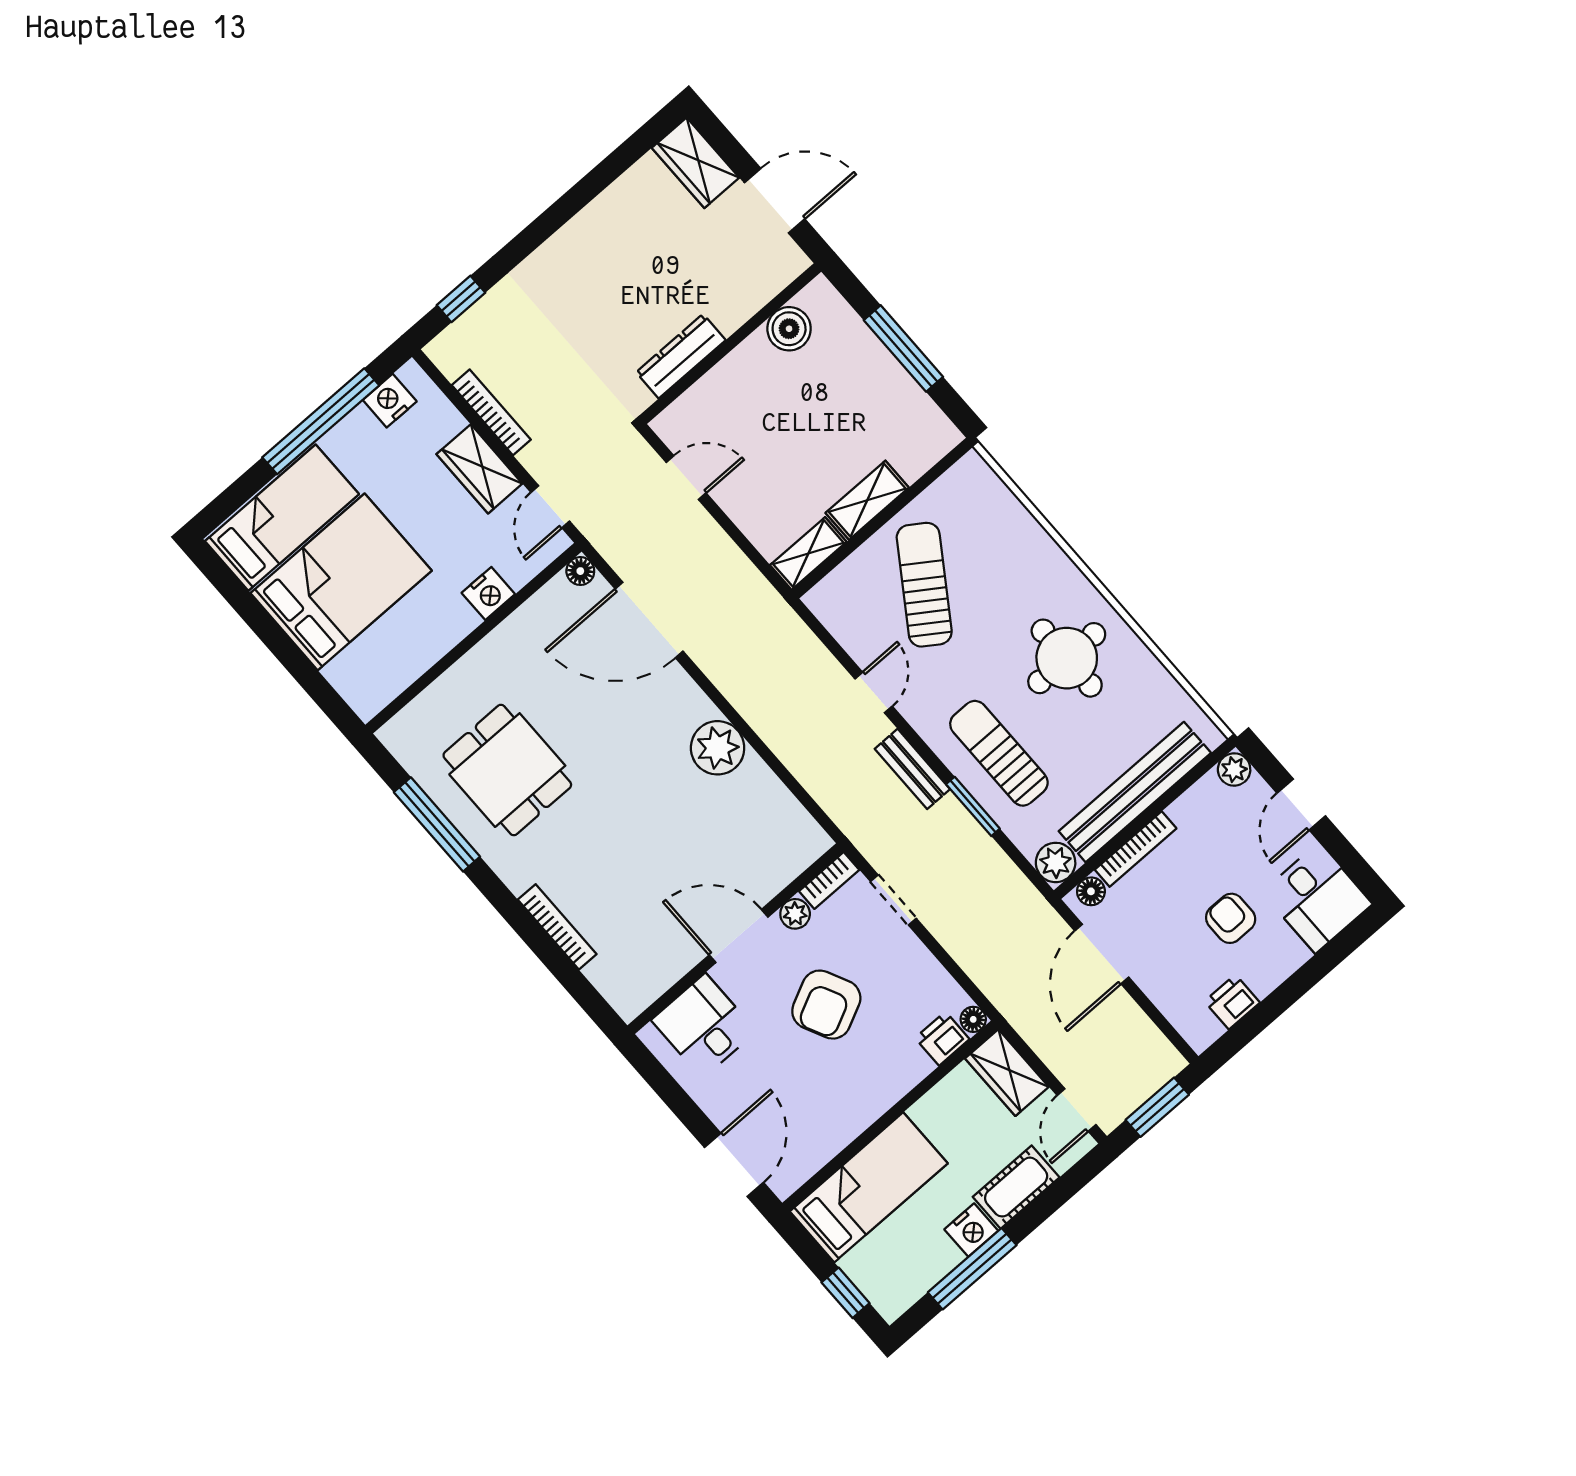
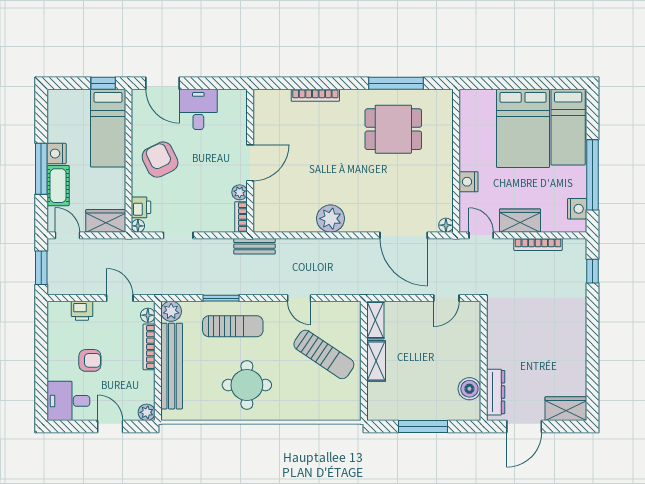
dresser: (681, 356) -> (496, 392), moved
door: (649, 620) -> (404, 235), swing flipped
bench: (912, 769) -> (254, 246), moved
doorway: (893, 900) -> (178, 235), moved
door: (1102, 954) -> (120, 298), width x0.73
printer: (1232, 1002) -> (82, 311), moved, turned 90
armchair: (826, 1005) -> (160, 160), moved
desk: (704, 1026) -> (198, 109), moved, turned -90
window: (972, 1269) -> (41, 169), moved
window: (846, 1293) -> (103, 83), moved

